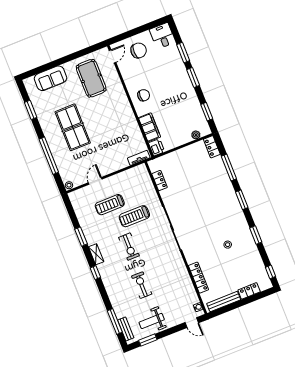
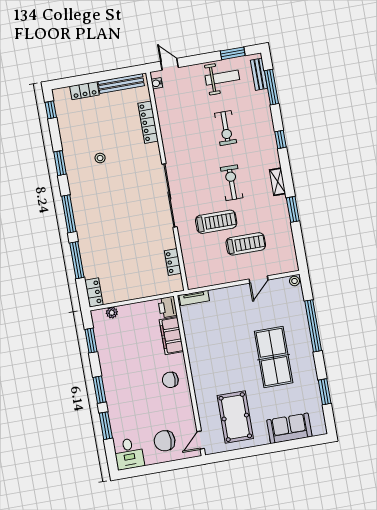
window: (242, 200) -> (69, 214), width x1.44
window: (95, 273) -> (281, 139), moved

